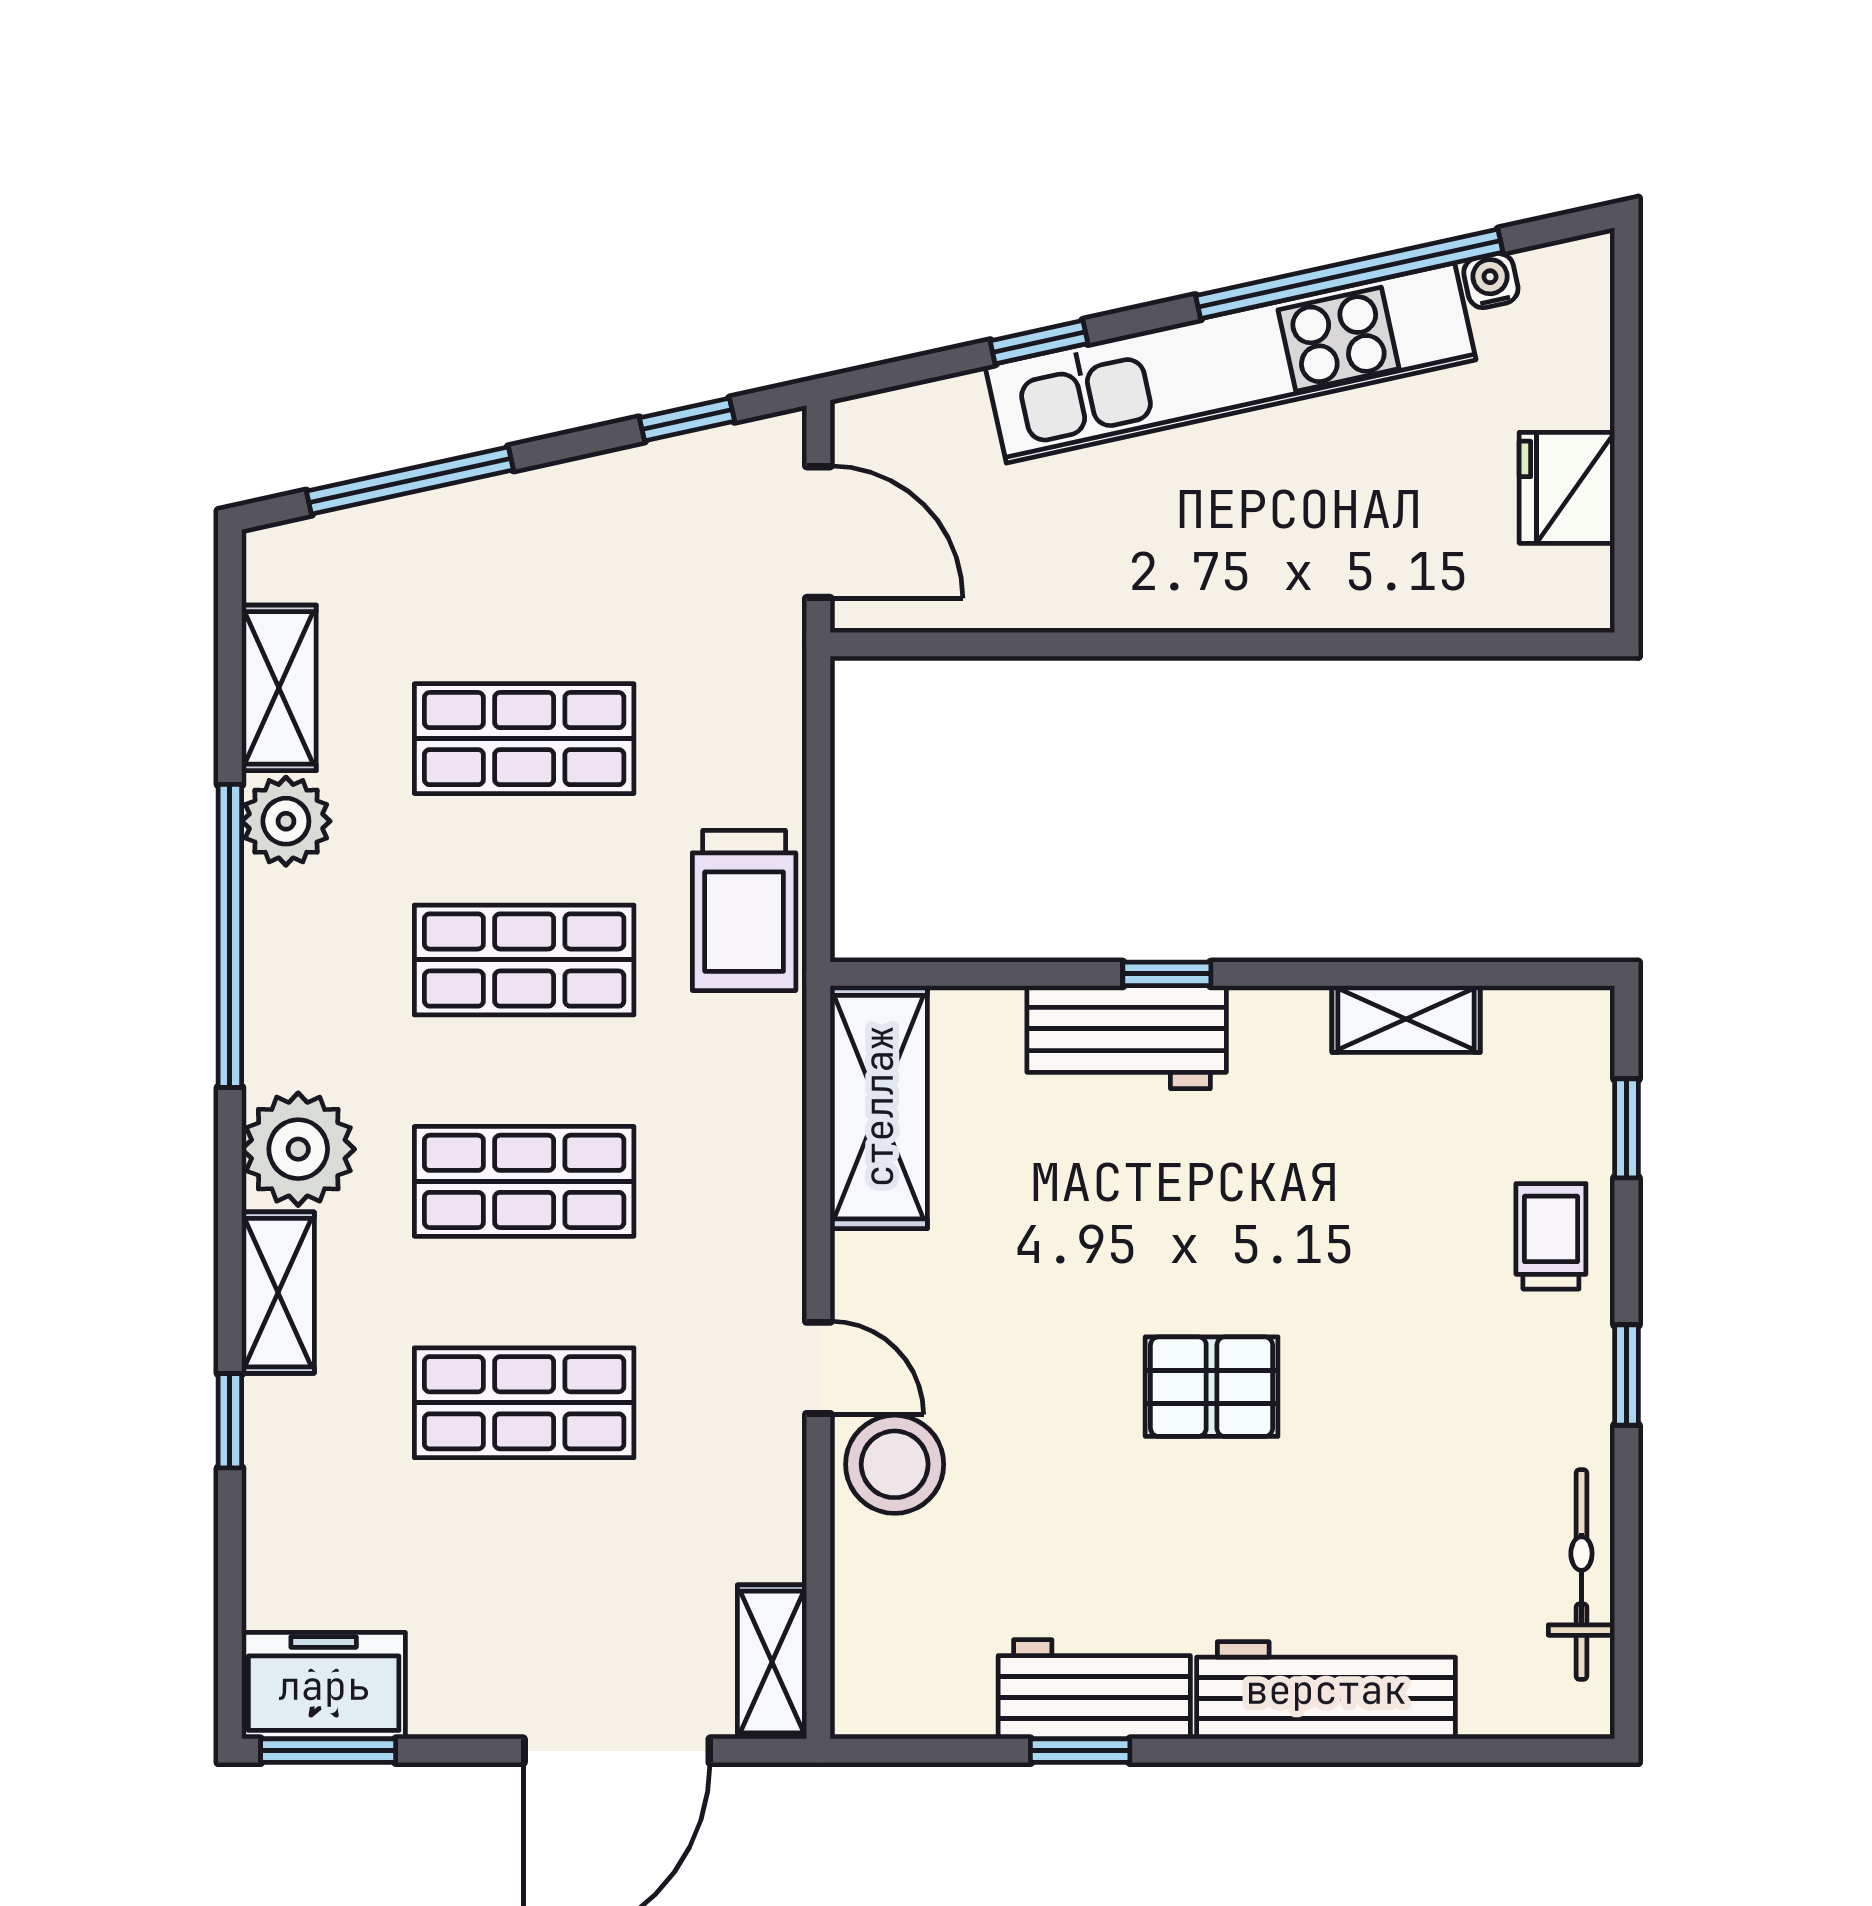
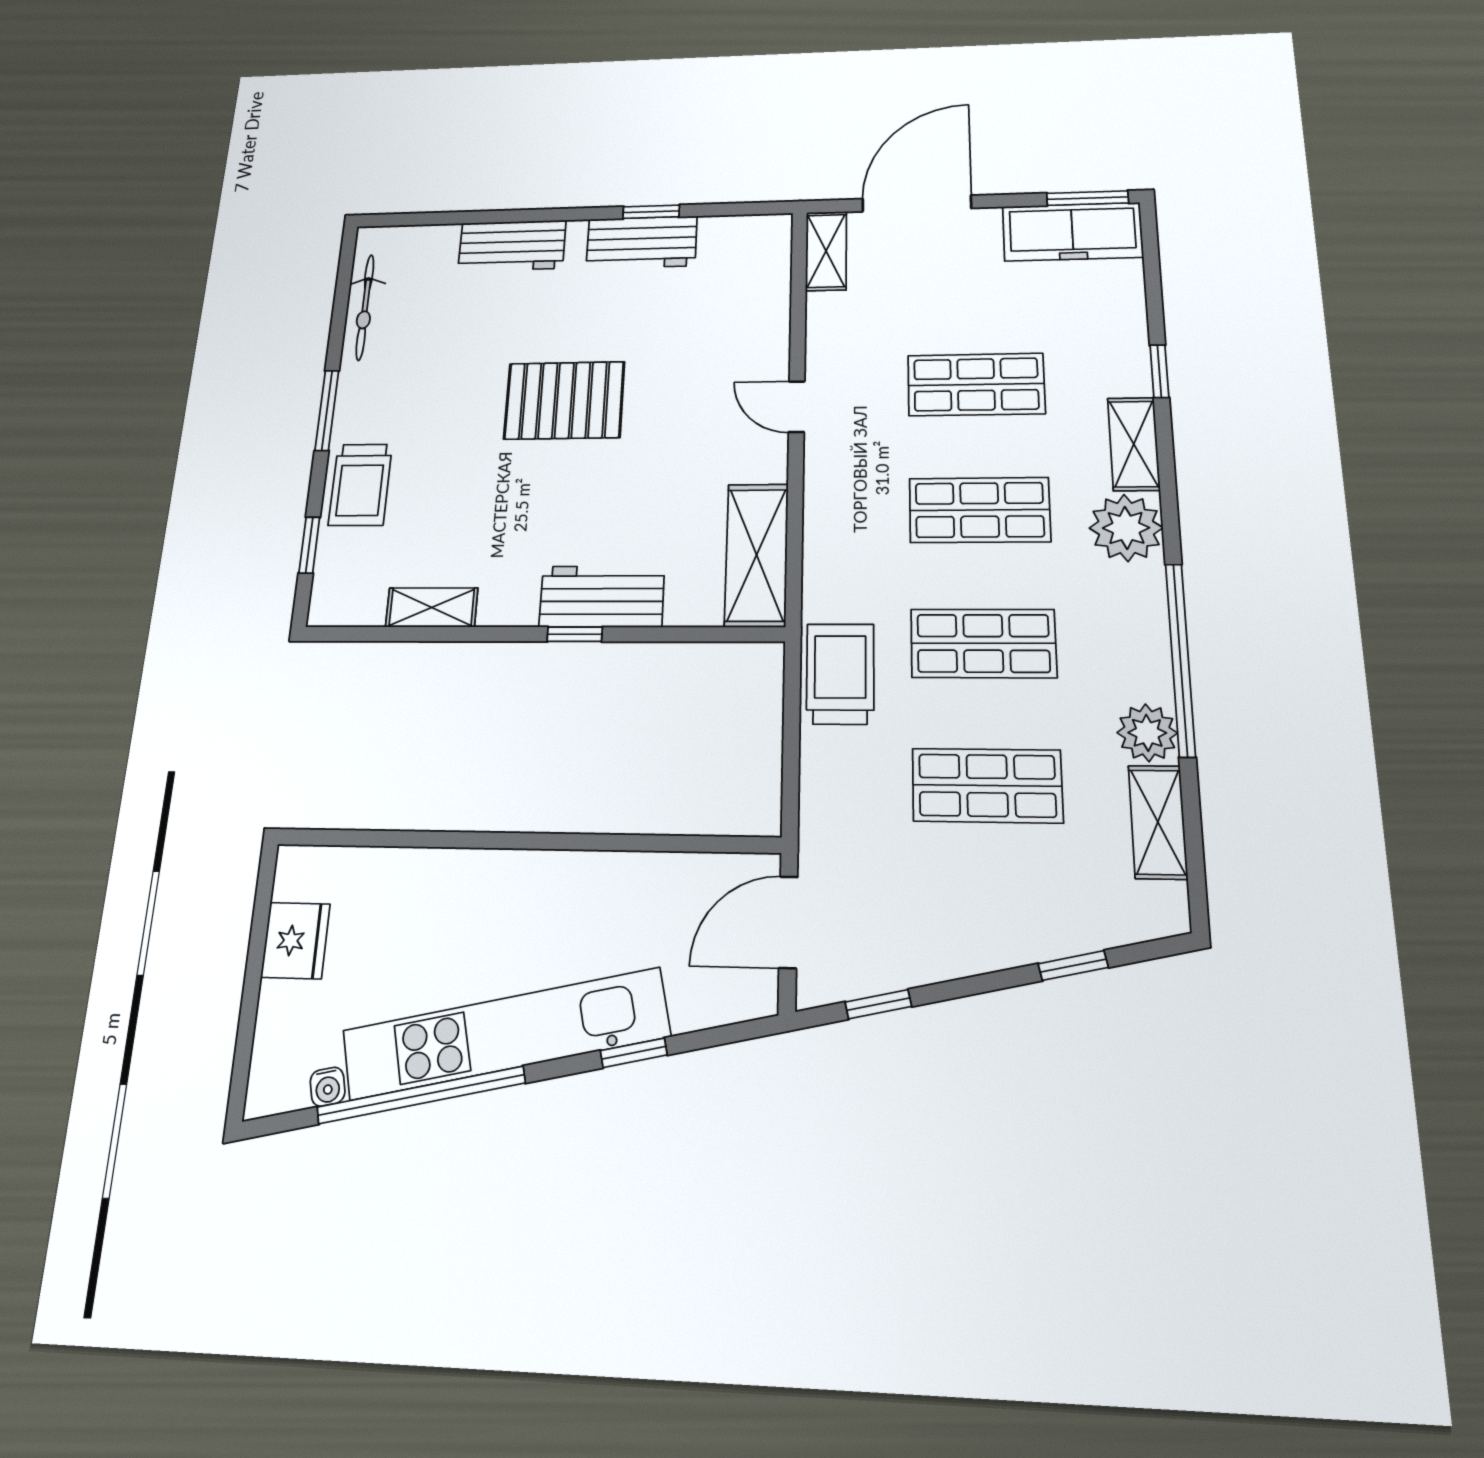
window: (410, 481) -> (1073, 966), width x0.46
door: (818, 532) -> (788, 922), hinge flipped
trolley: (1551, 1236) -> (360, 485), width x1.36, depth x1.39
window: (1626, 1375) -> (327, 410), width x1.50
pallet: (1212, 1387) -> (564, 400), width x1.50, depth x1.42
stool: (895, 1464) -> (752, 355), removed
freezer: (324, 1686) -> (1072, 232), width x1.40
workbench: (1326, 1690) -> (512, 246), width x0.73

